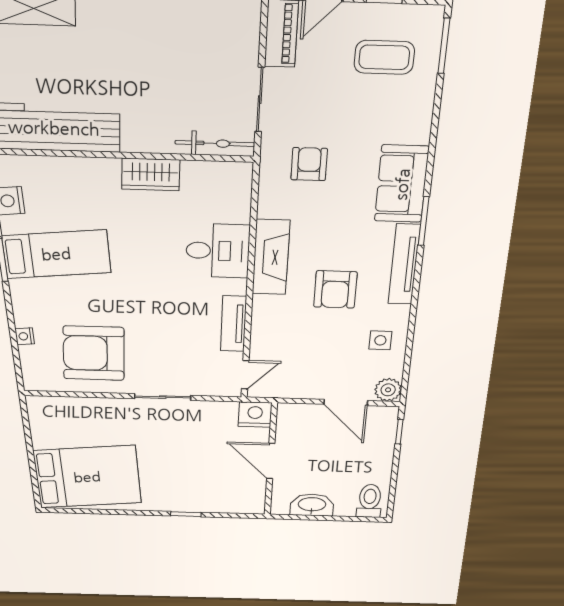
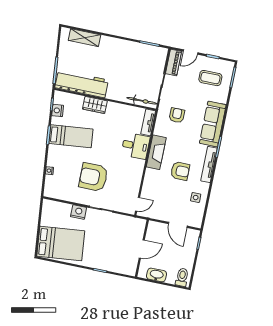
wardrobe: (151, 175) -> (95, 105), moved
sofa: (402, 184) -> (213, 124), width x1.36
armchair: (335, 289) -> (180, 171), turned -90
tv unit: (234, 324) -> (148, 122), moved
armchair: (94, 353) -> (93, 177), moved
plant: (388, 390) -> (196, 222), removed
nightstand: (255, 415) -> (79, 212), moved
door: (271, 461) -> (142, 249), swing flipped

